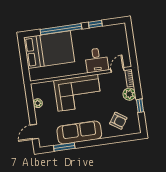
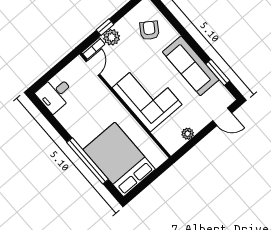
window: (95, 24) -> (57, 126), removed
desk: (97, 60) -> (55, 94), moved, turned 180
door: (117, 70) -> (93, 68), swing flipped
window: (140, 106) -> (105, 27), moved

